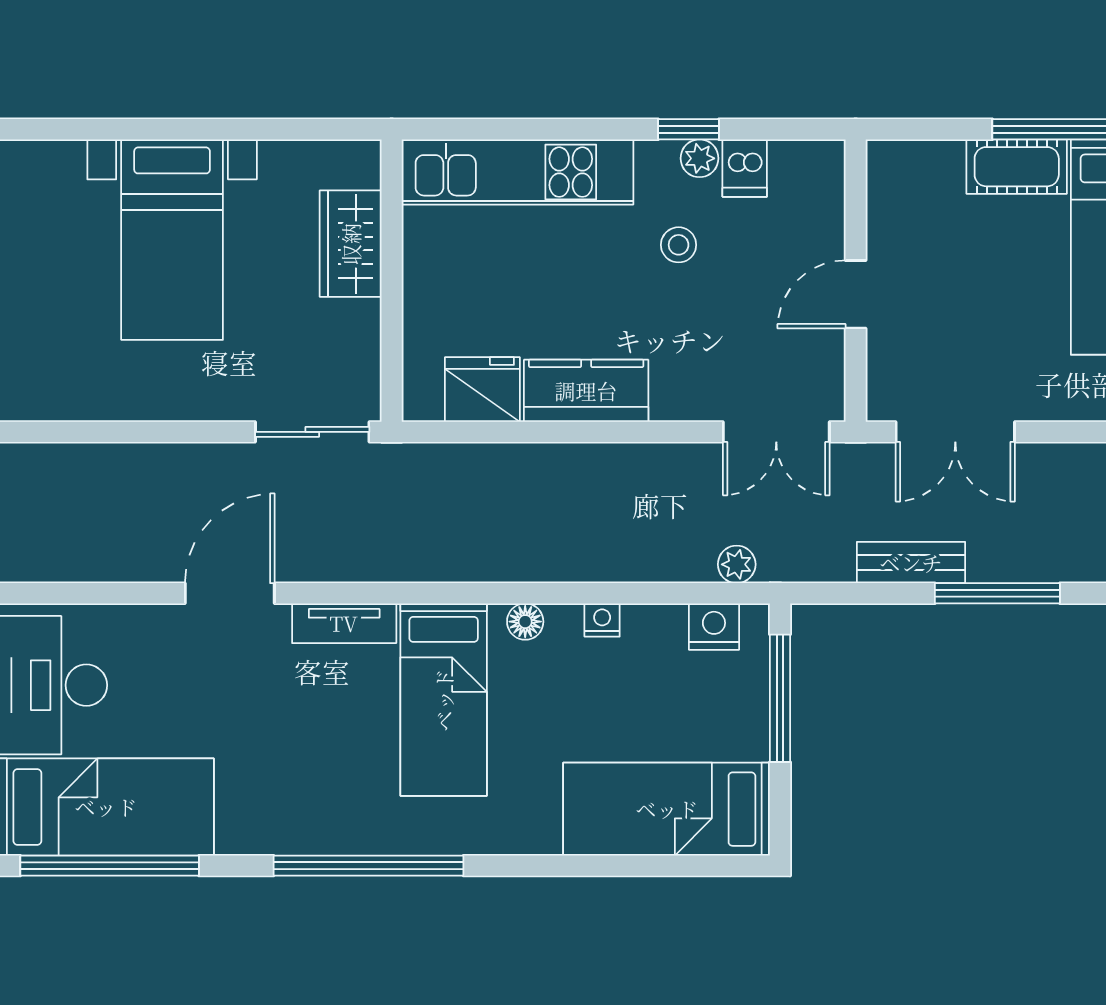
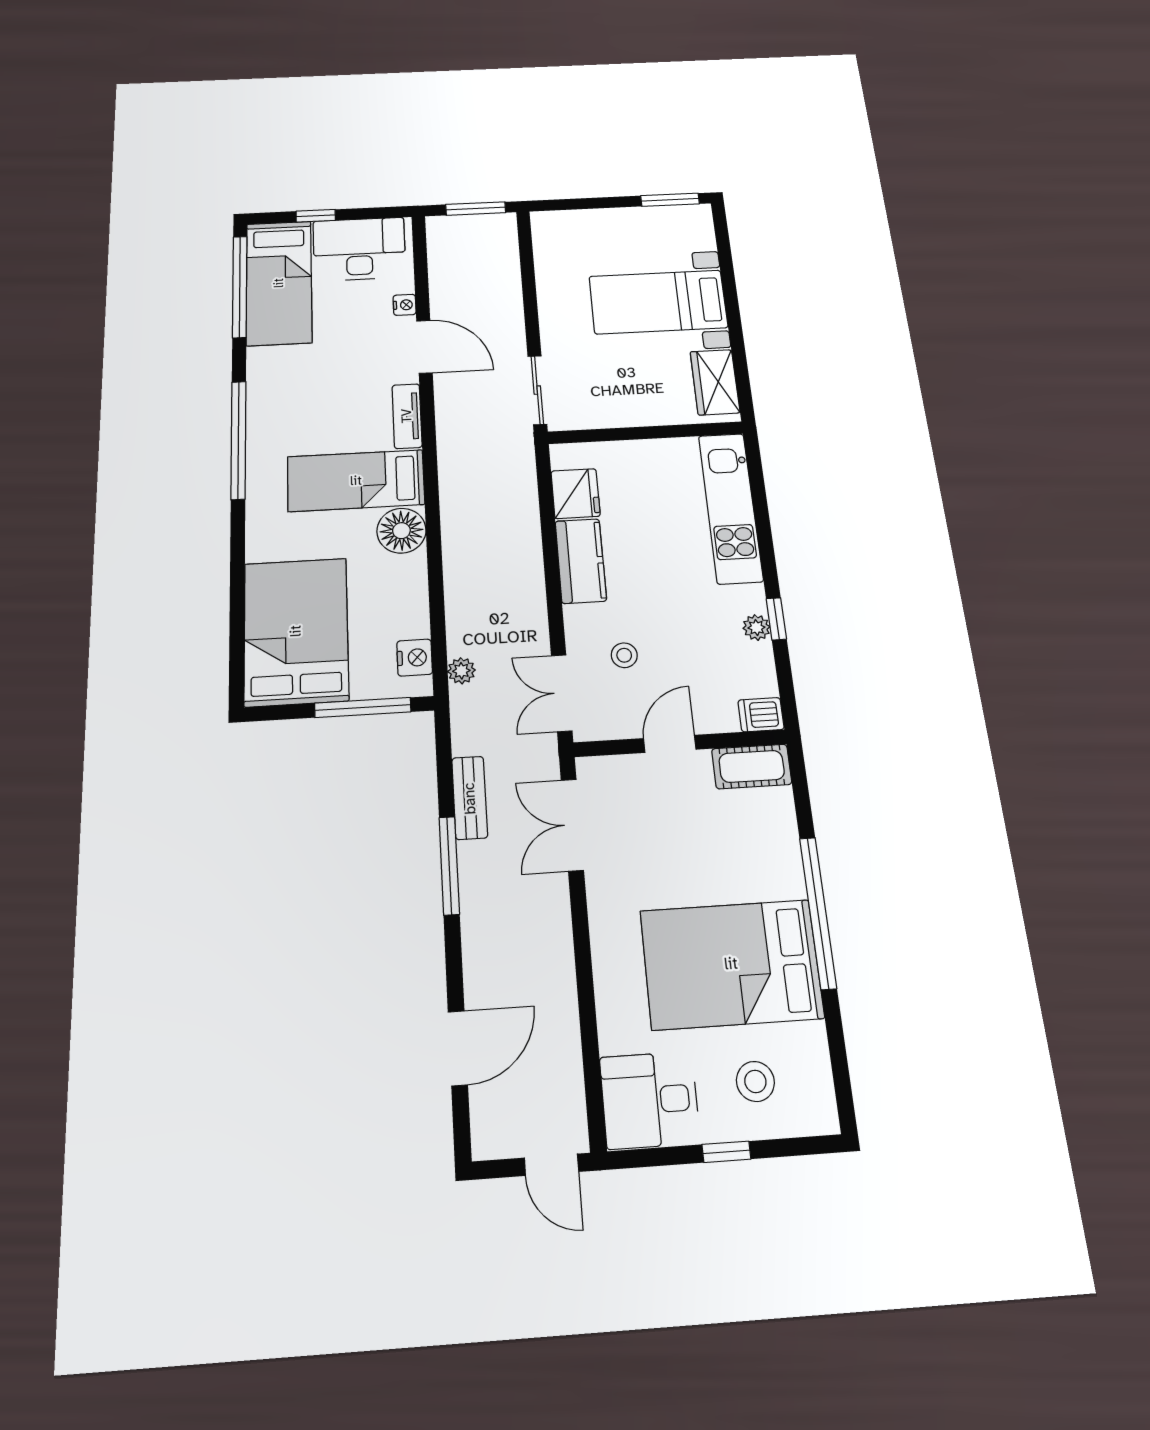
cot: (1017, 167) -> (752, 766), moved, turned 90
dishwasher: (745, 168) -> (761, 715), moved
wardrobe: (351, 244) -> (715, 382), moved, turned -90
stool: (679, 245) -> (624, 655), moved
door: (856, 294) -> (670, 744), hinge flipped
nightstand: (602, 620) -> (405, 305), moved
floor lamp: (525, 622) -> (401, 531), width x1.89, depth x1.89
bed: (667, 809) -> (296, 631), width x1.50

